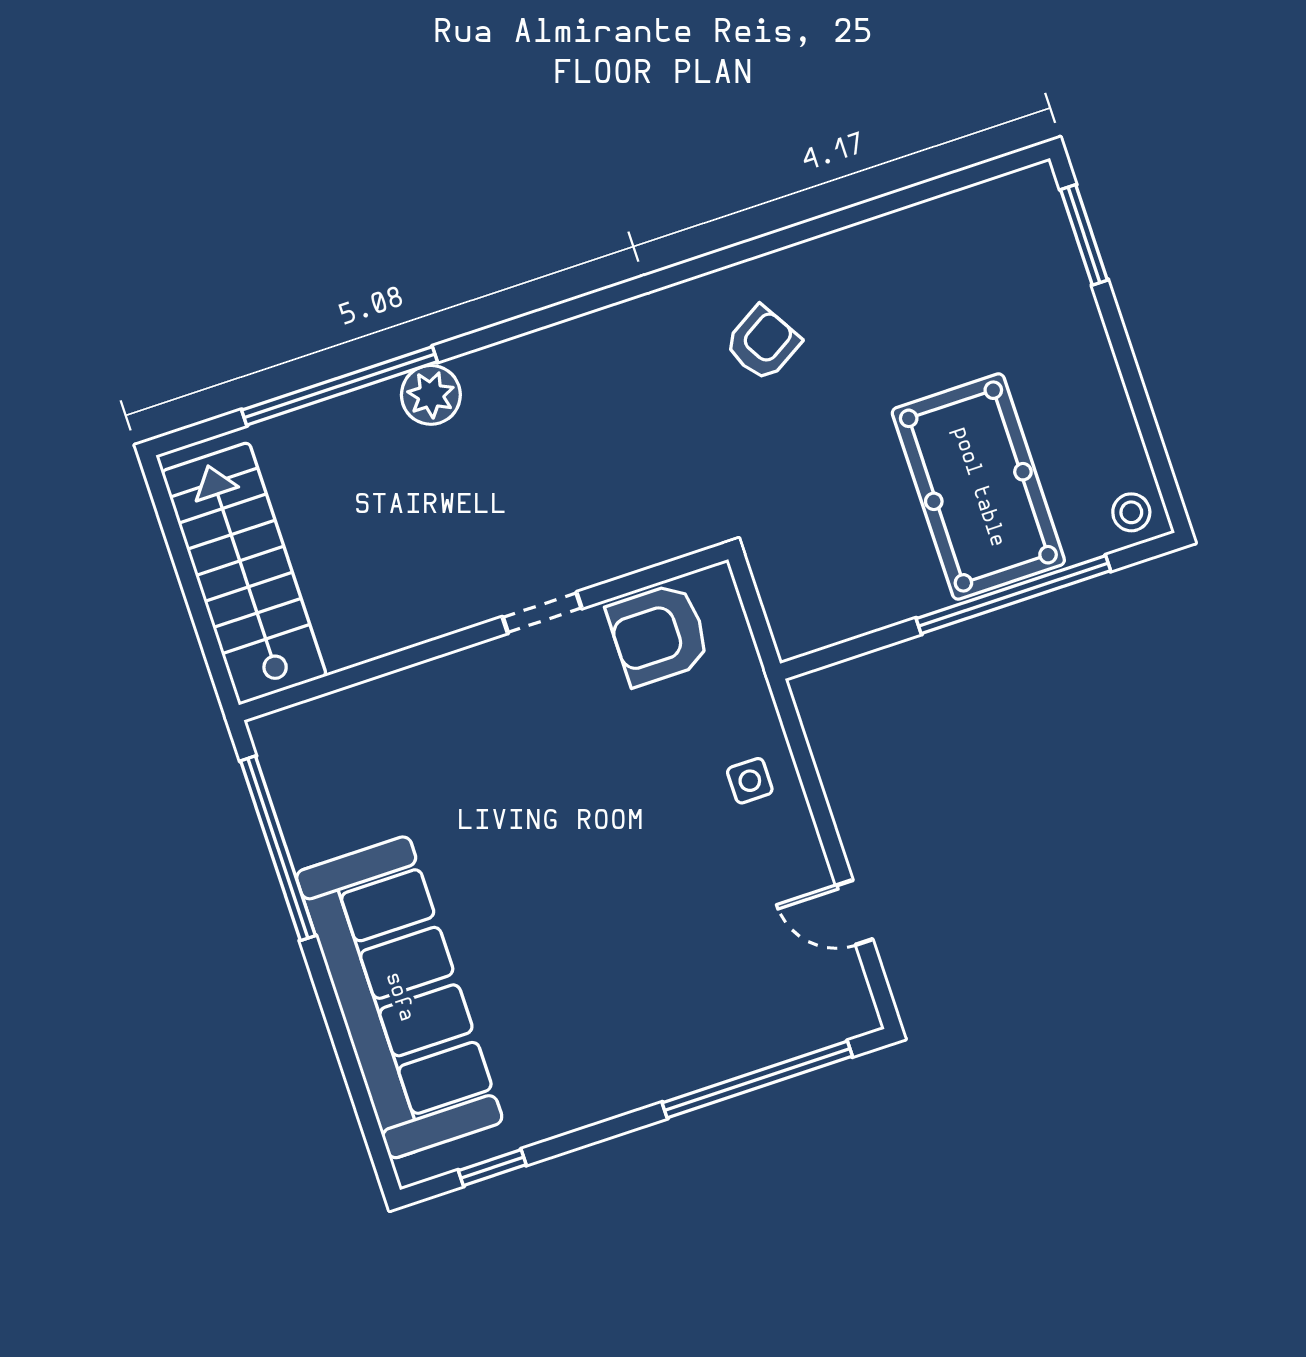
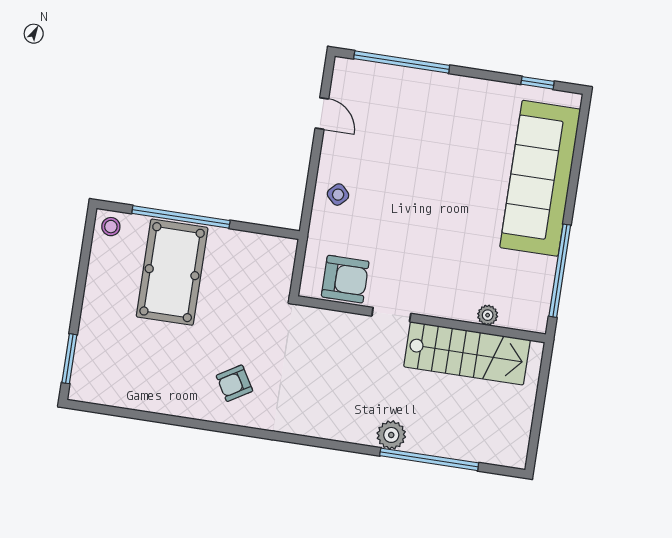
stairs: (244, 574) -> (467, 353), moved, turned -90
plant: (367, 701) -> (488, 315), added
side table: (750, 781) -> (338, 195), turned 45

